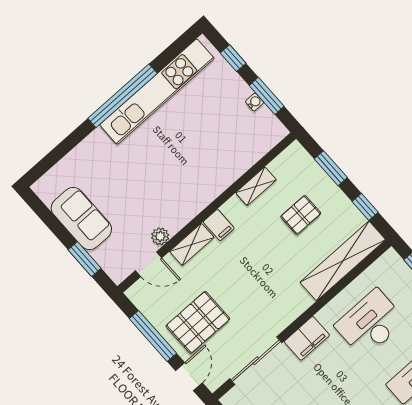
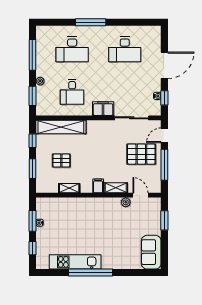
kitchen unit: (157, 92) -> (75, 262), width x0.73
sofa: (81, 219) -> (151, 252), moved
desk: (370, 323) -> (72, 92), width x0.73

